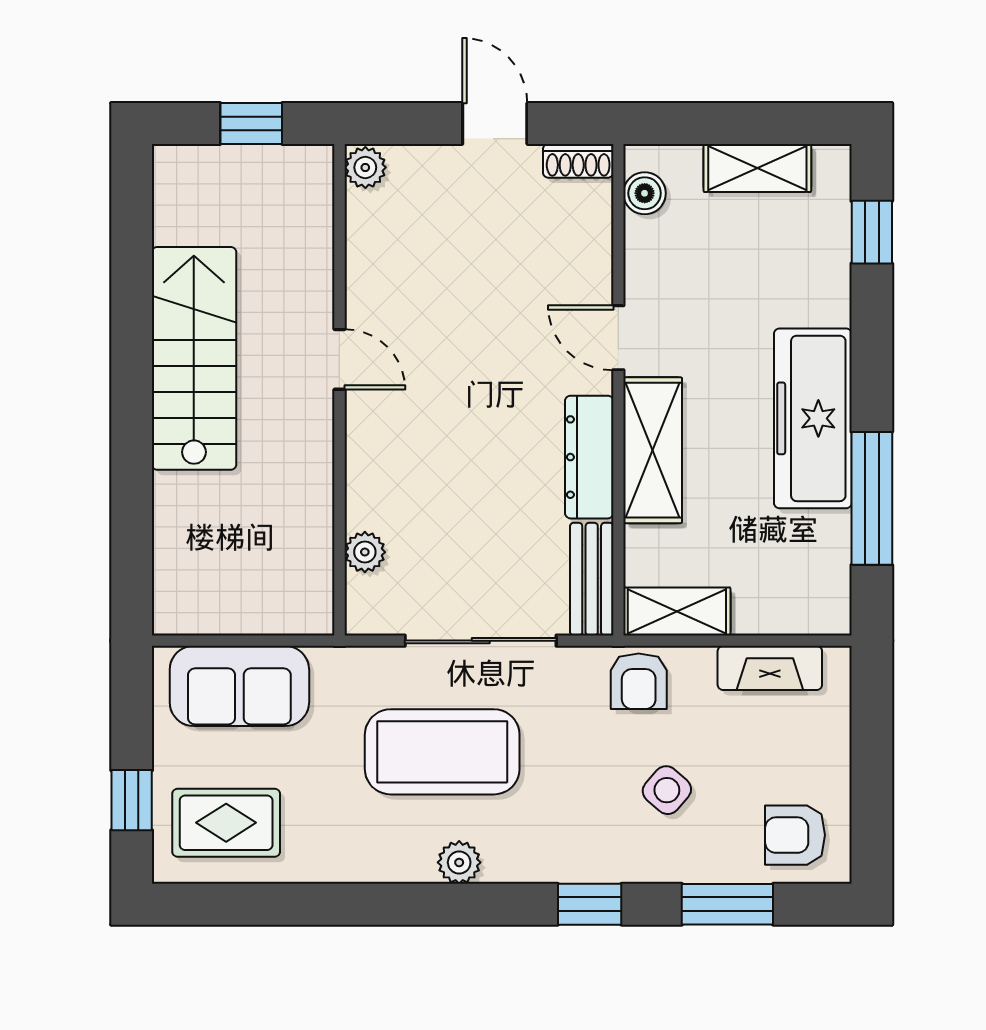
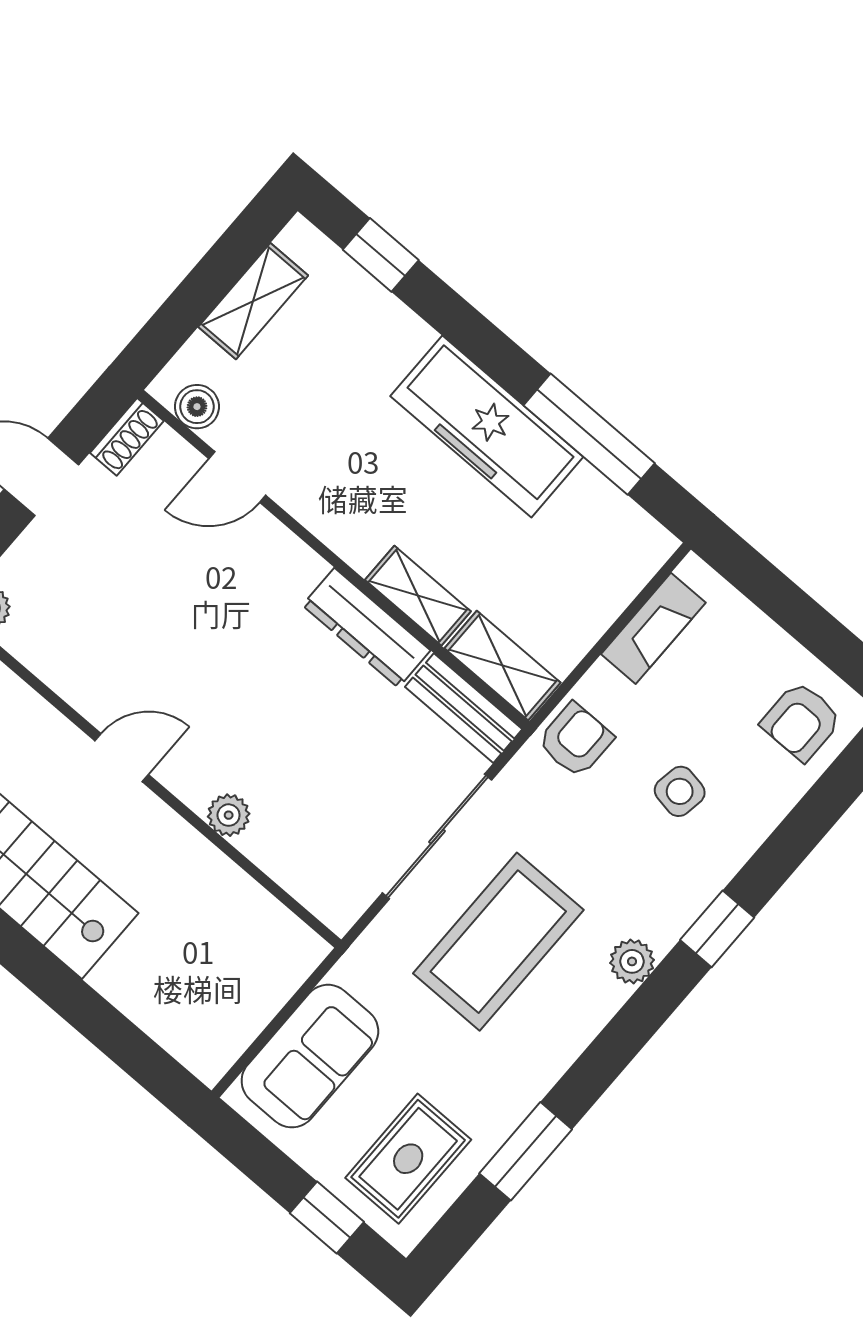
door: (618, 338) -> (237, 477), moved
shelving: (653, 450) -> (418, 596), width x0.67, depth x0.75
plant: (365, 552) -> (229, 815), moved
shelving: (677, 611) -> (503, 666), moved, turned 90
armchair: (639, 681) -> (575, 740), turned -90
side table: (667, 790) -> (680, 791), turned -31
plant: (459, 862) -> (632, 961), moved
window: (727, 904) -> (526, 1151), moved

